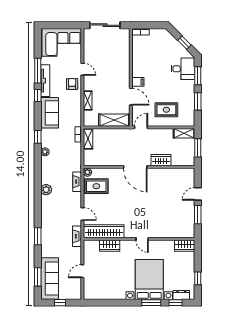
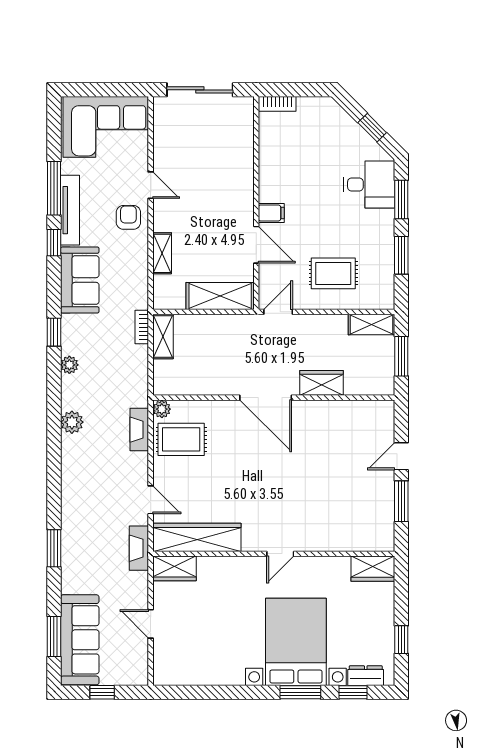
plant: (46, 190) -> (72, 422), moved
door: (142, 239) -> (280, 554), hinge flipped
wardrobe: (110, 246) -> (174, 568), moved
door: (82, 271) -> (151, 624), hinge flipped

